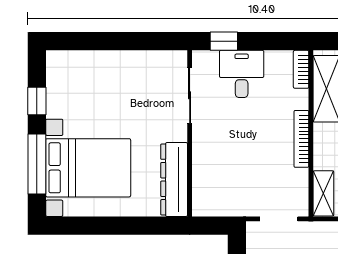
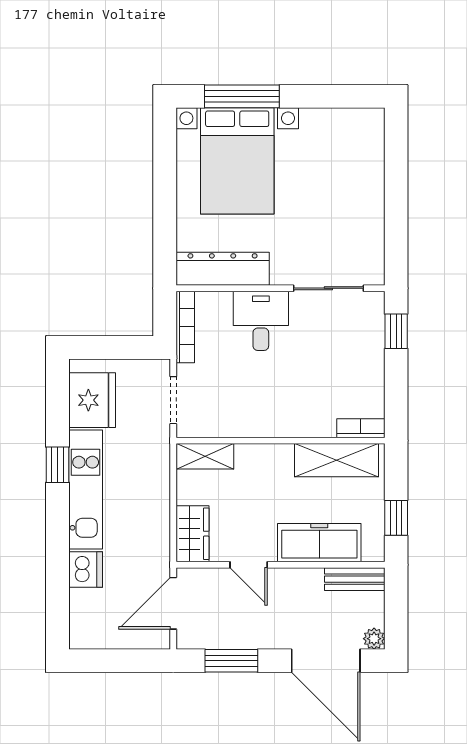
desk: (242, 74) -> (261, 321), moved, turned -90
window: (37, 101) -> (321, 96), removed
bookcase: (301, 139) -> (185, 327), moved, turned 90

